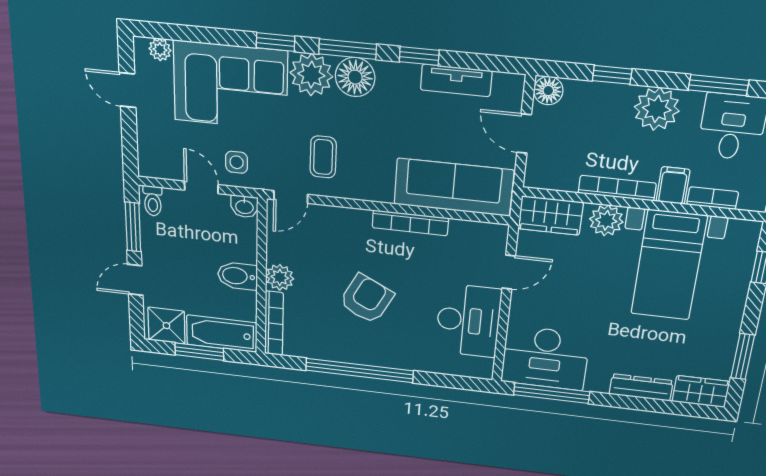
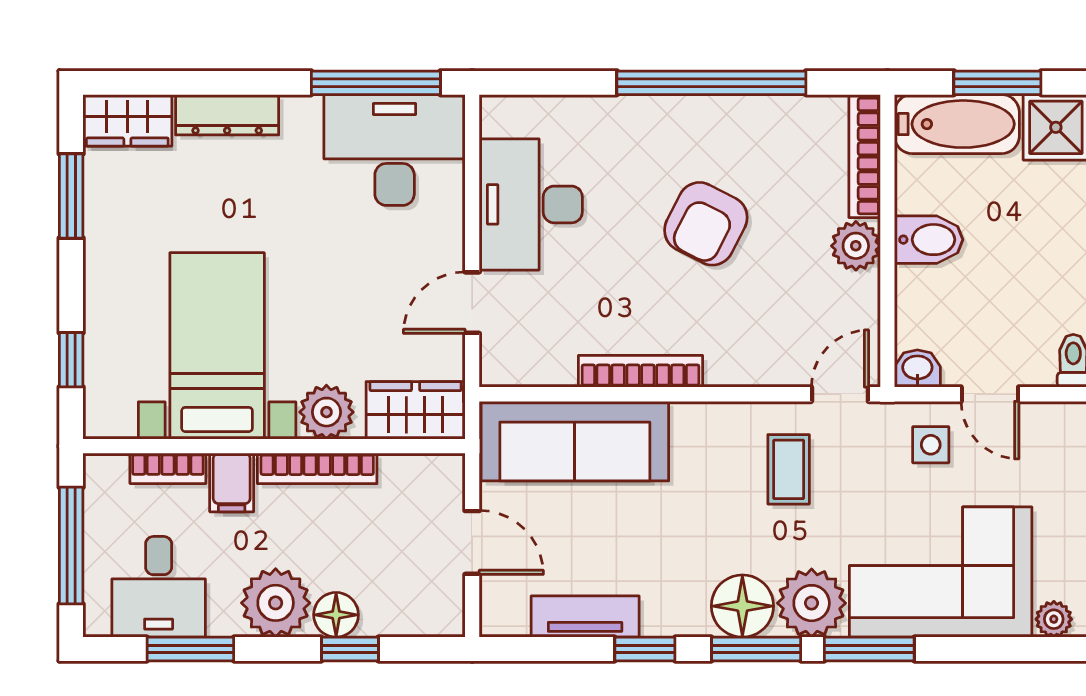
window: (276, 42) -> (869, 649), width x1.50
floor lamp: (548, 91) -> (336, 615), moved

